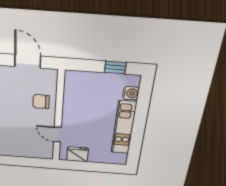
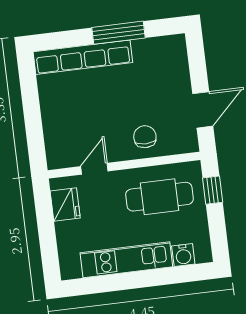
window: (115, 68) -> (213, 190), moved
cafe table: (85, 100) -> (160, 197), added

